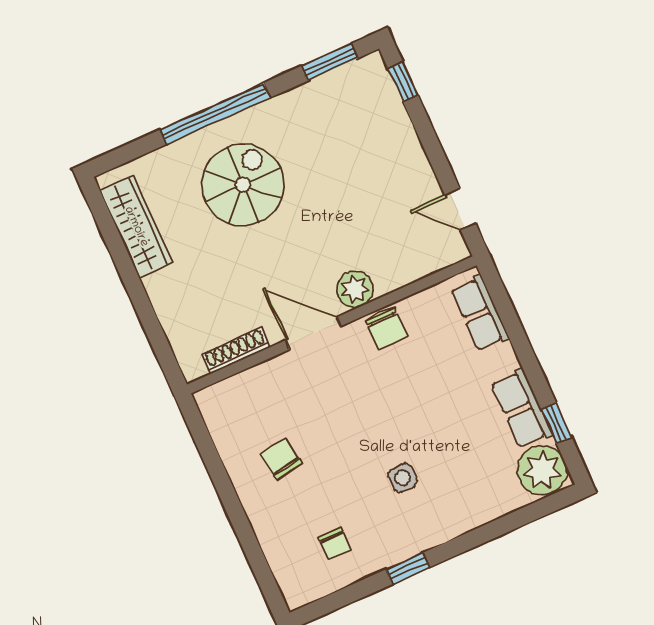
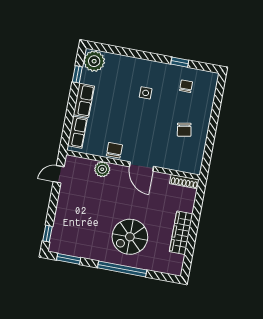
door: (460, 209) -> (59, 174), swing flipped
wardrobe: (136, 227) -> (181, 233), moved
plant: (355, 289) -> (102, 169), moved
shoe rack: (236, 351) -> (184, 182), moved
row of seats: (522, 409) -> (84, 100), moved
window: (408, 568) -> (180, 62), moved

